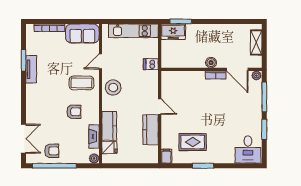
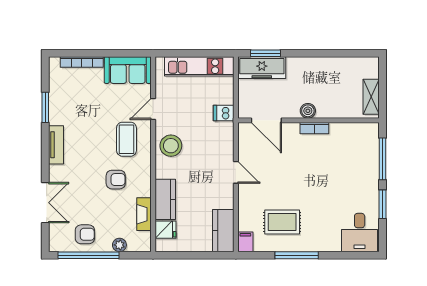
freezer: (173, 32) -> (262, 68), width x1.40
shelving: (256, 42) -> (371, 97), moved
tv unit: (31, 69) -> (56, 145), moved
door: (237, 69) -> (266, 120), moved
plant: (256, 76) -> (372, 129), removed
coffee table: (81, 83) -> (126, 139), turned 90
kitchen counter: (151, 130) -> (223, 231), moved
double door: (23, 139) -> (45, 203), moved
plant: (94, 158) -> (119, 245), moved
window: (203, 166) -> (297, 255), width x1.44

